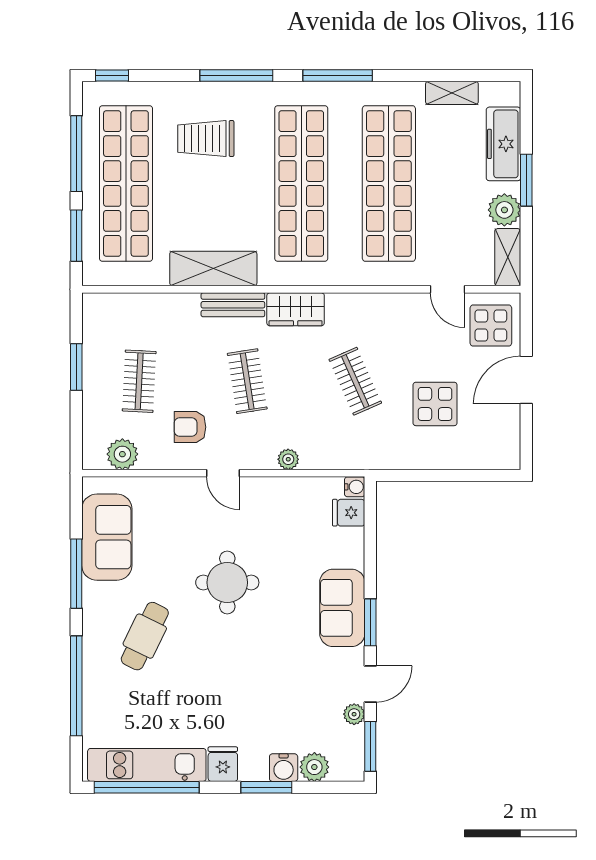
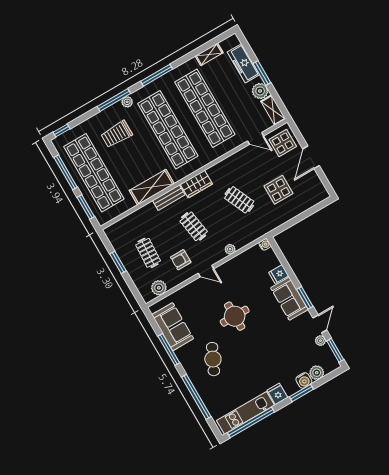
plant: (258, 92) -> (127, 102), added
fridge: (349, 513) -> (279, 274), moved

